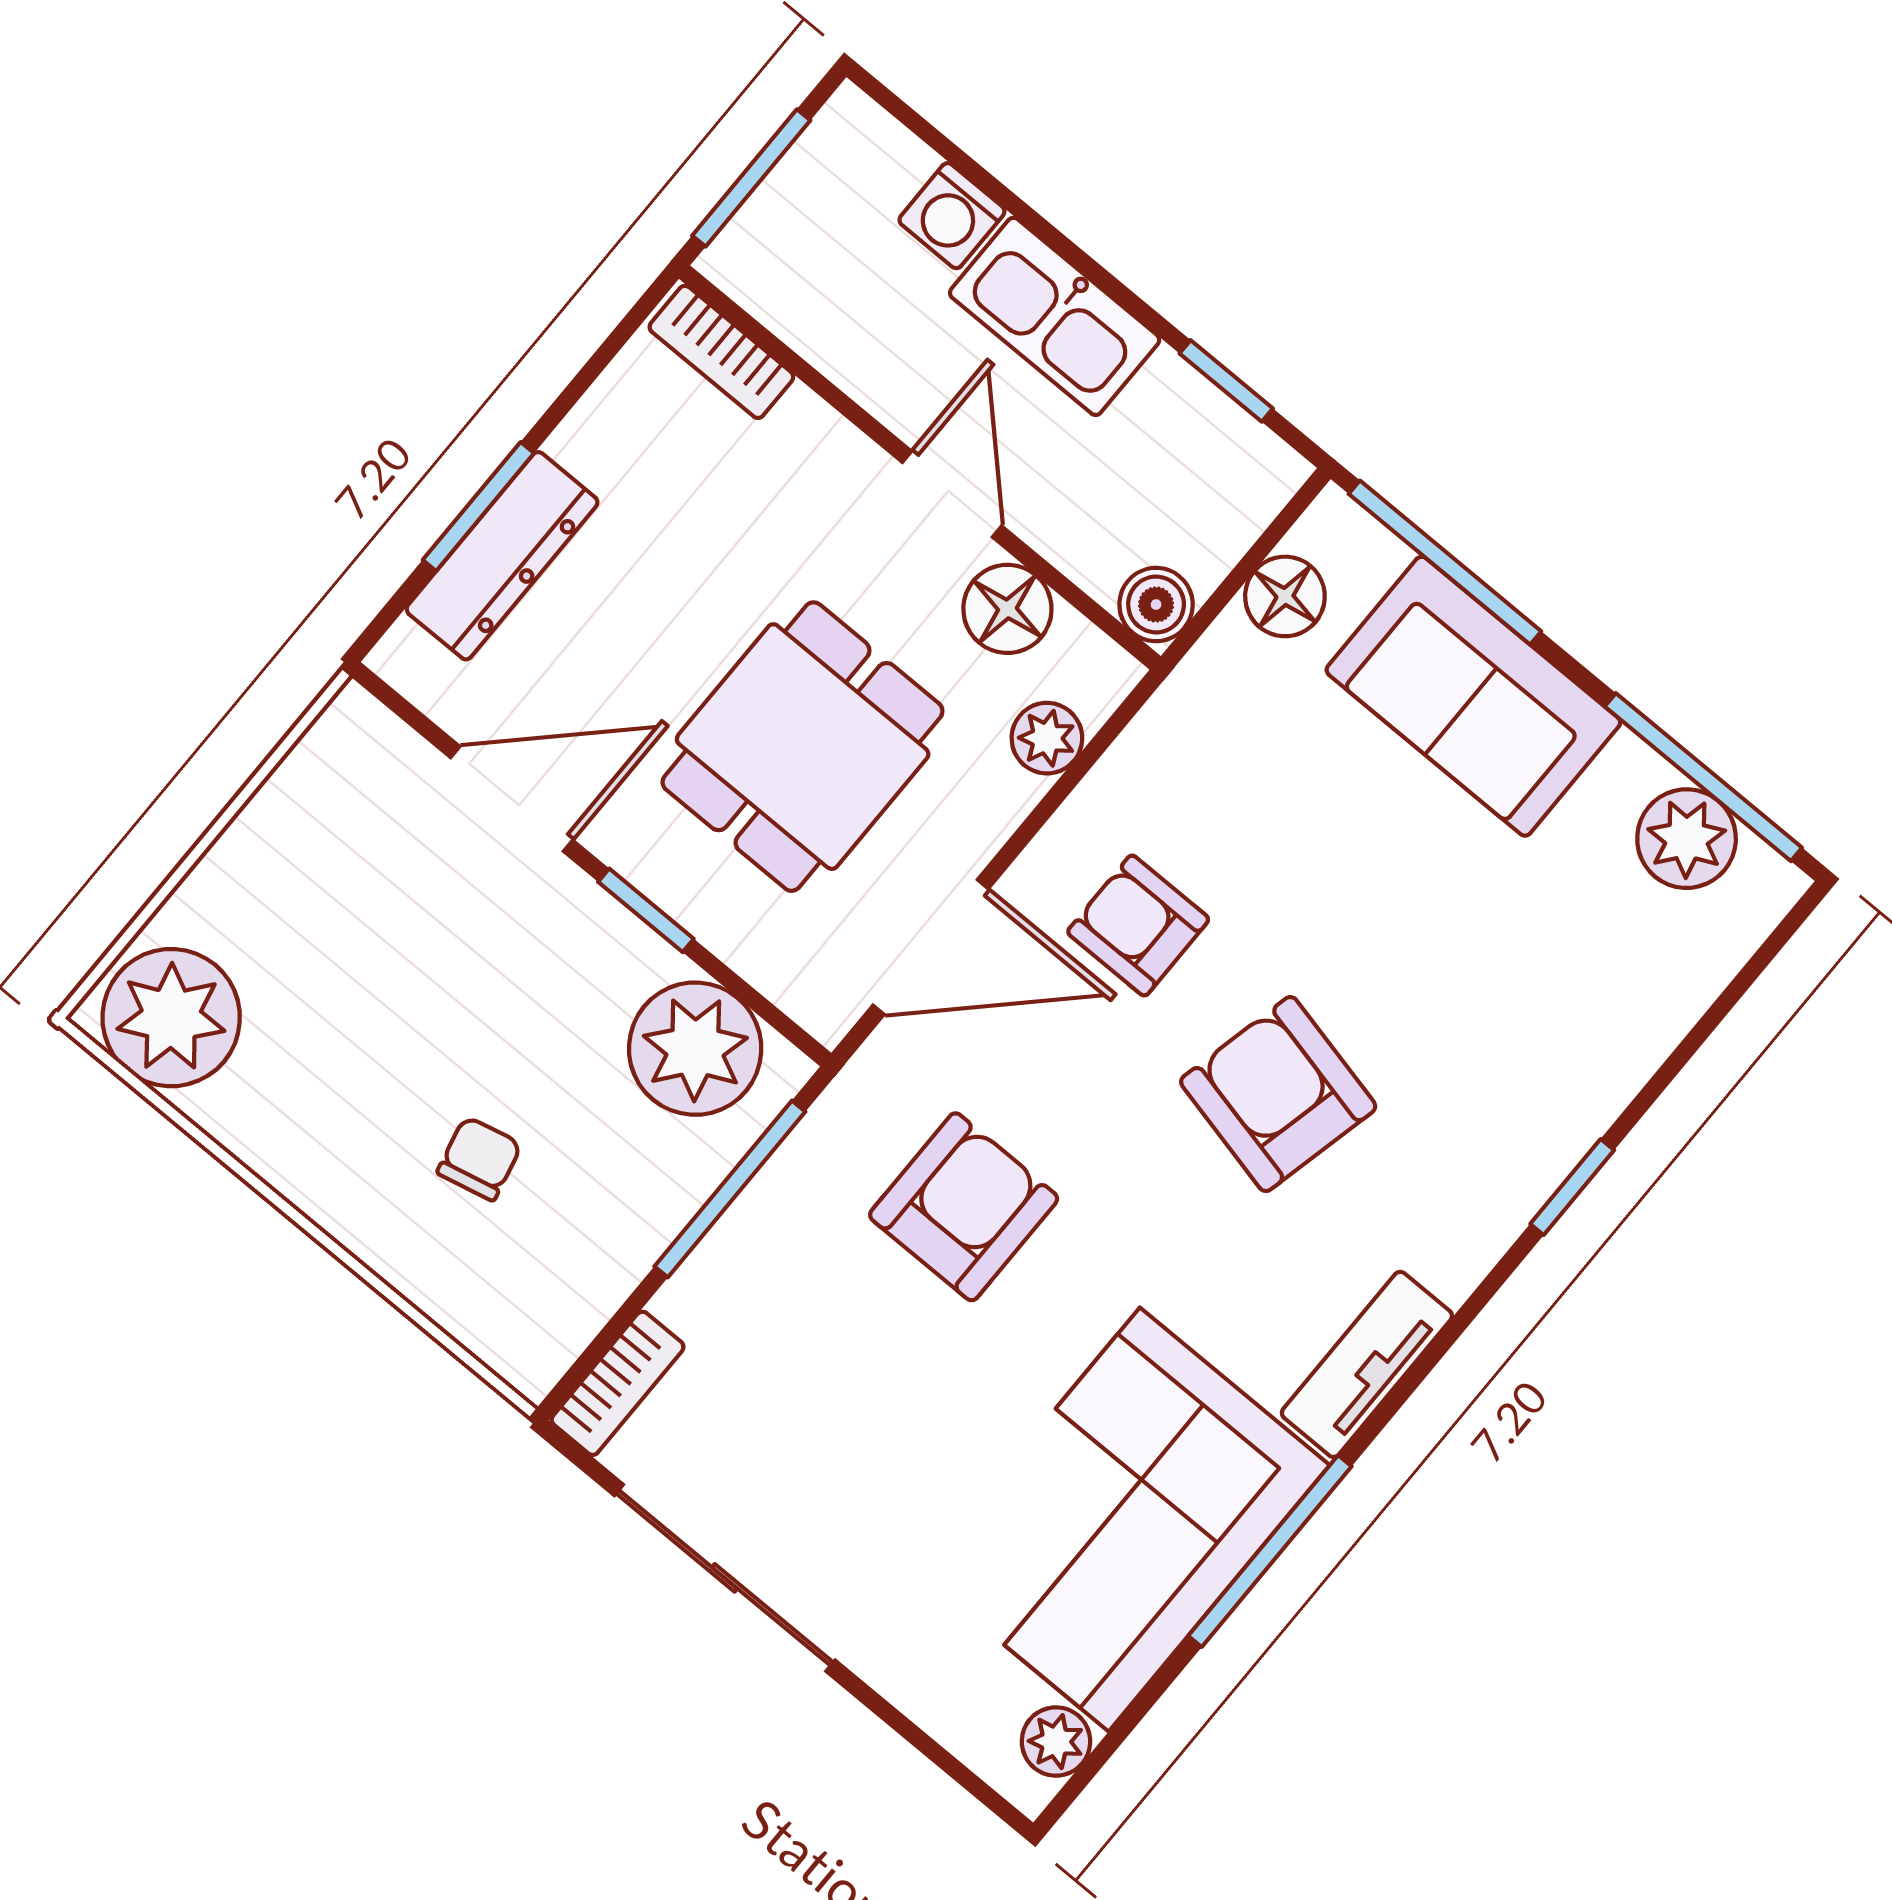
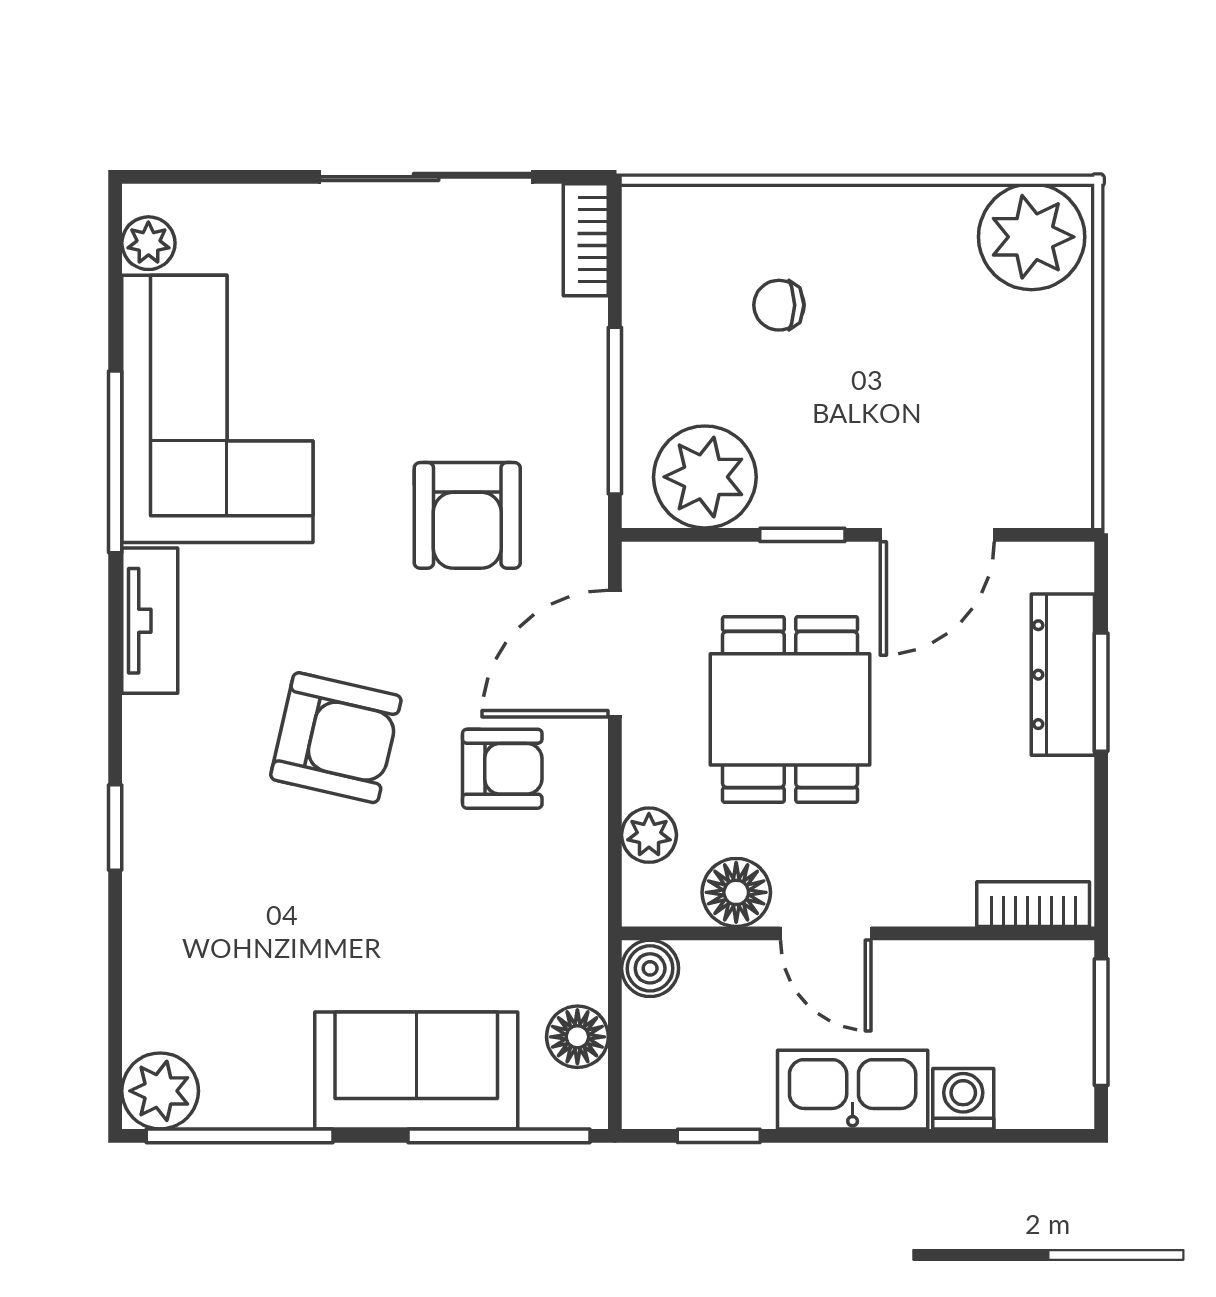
plant: (1687, 839) -> (160, 1091), moved
chair: (479, 1158) -> (779, 305), turned 103

